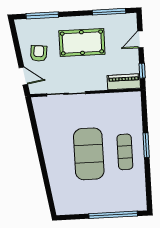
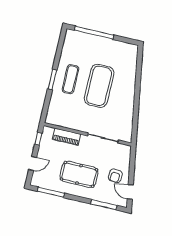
door: (23, 76) -> (130, 192), moved
piano: (124, 82) -> (67, 137), moved

